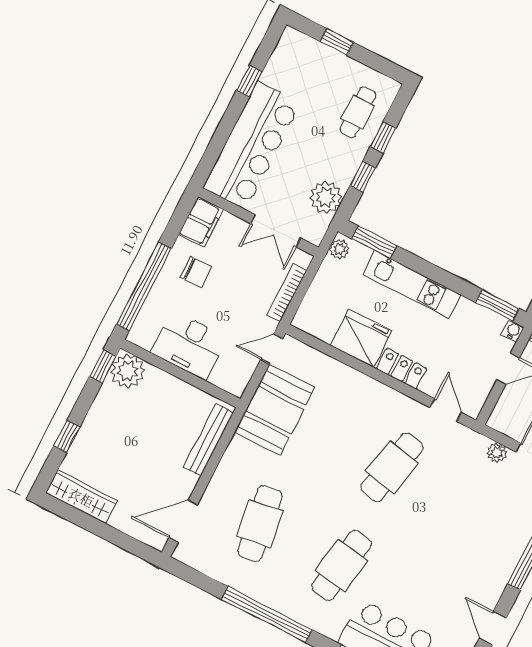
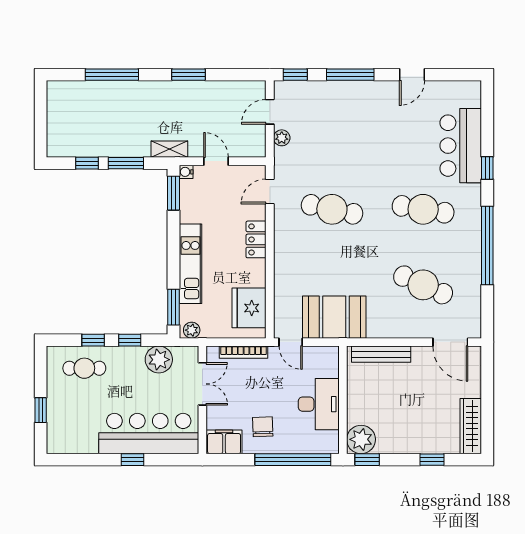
window: (249, 81) -> (132, 460), moved
fridge: (361, 338) -> (249, 308), moved
cafe table: (260, 524) -> (423, 285), turned 33

